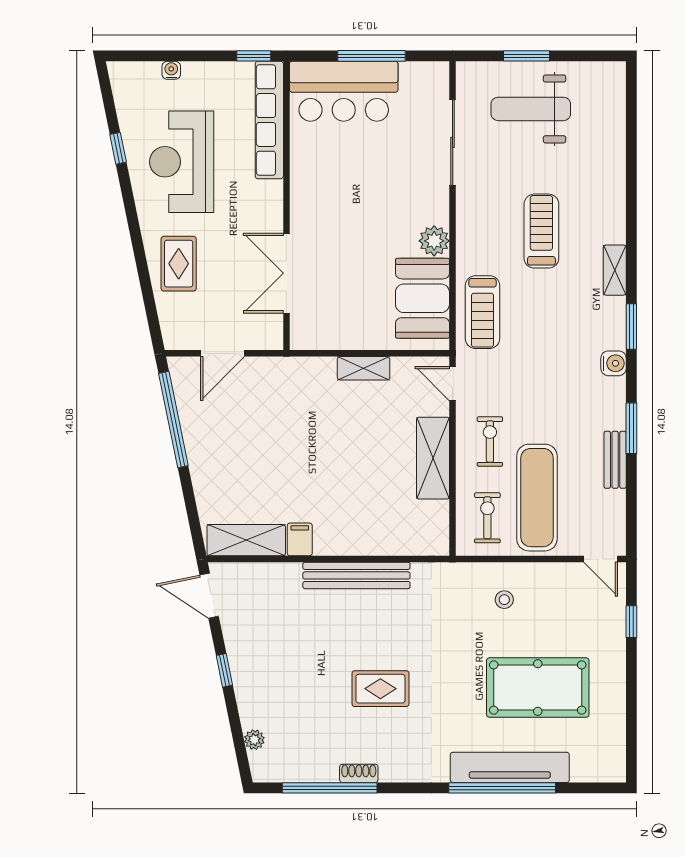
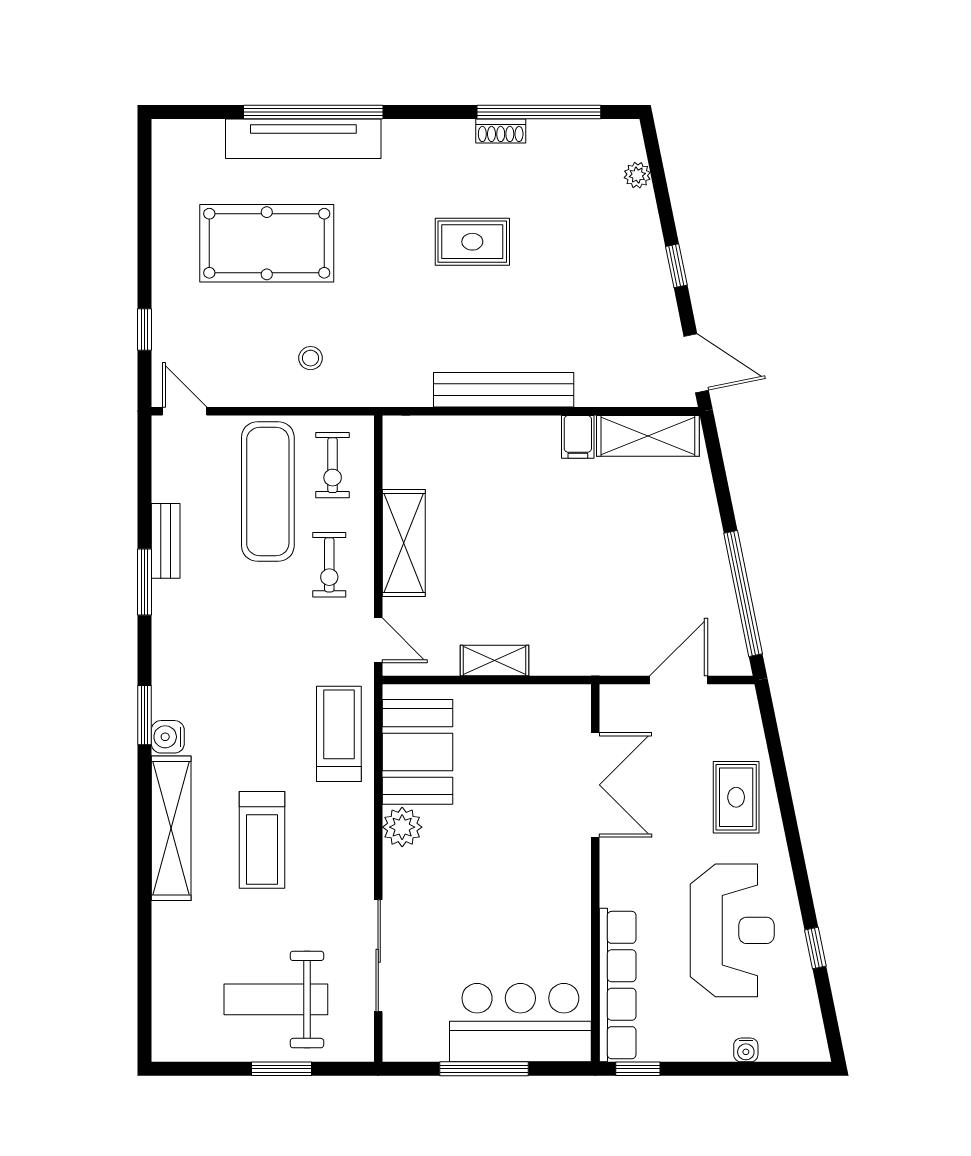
weight bench: (531, 109) -> (276, 999), turned 180
shelving: (615, 270) -> (171, 828), width x2.20, depth x1.33
water cooler: (614, 363) -> (168, 737), moved

